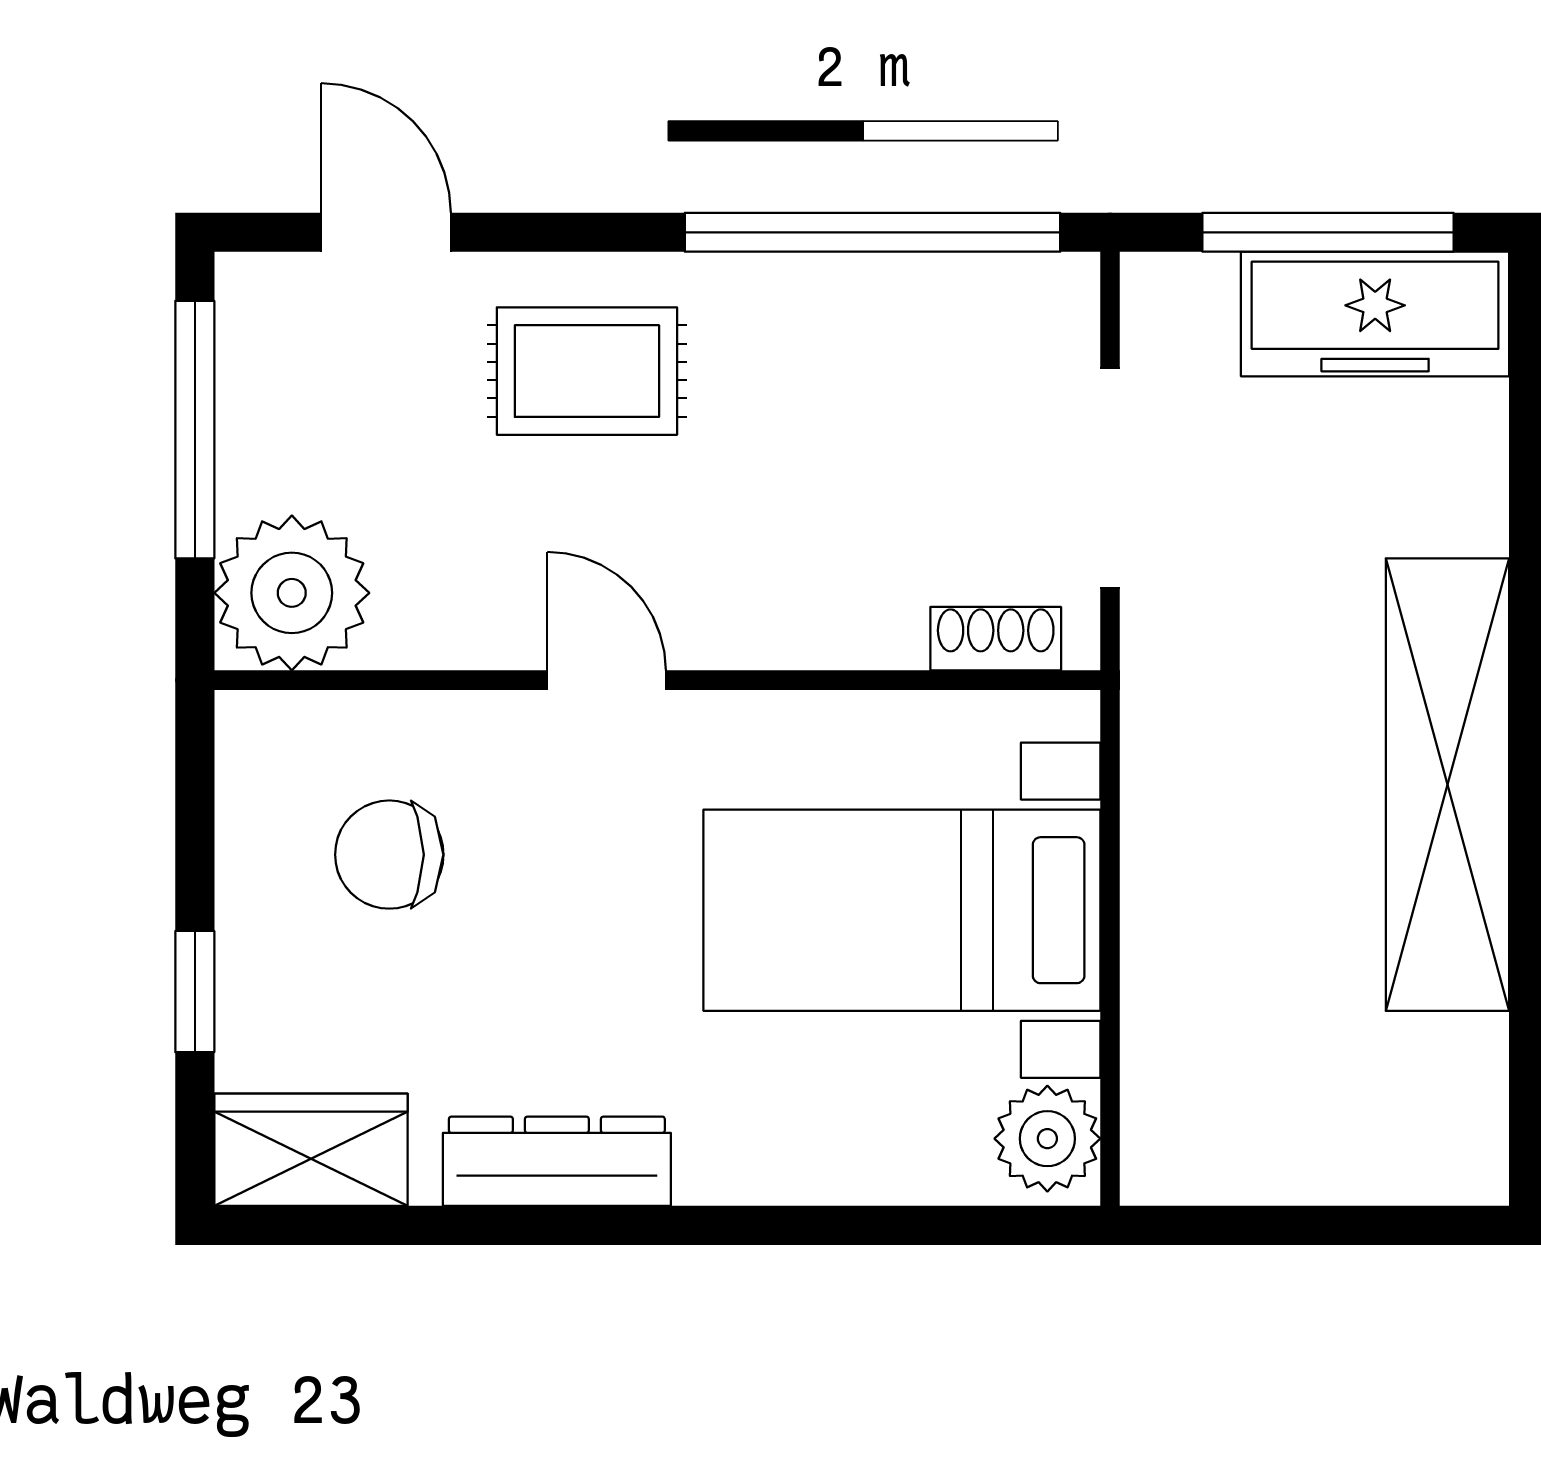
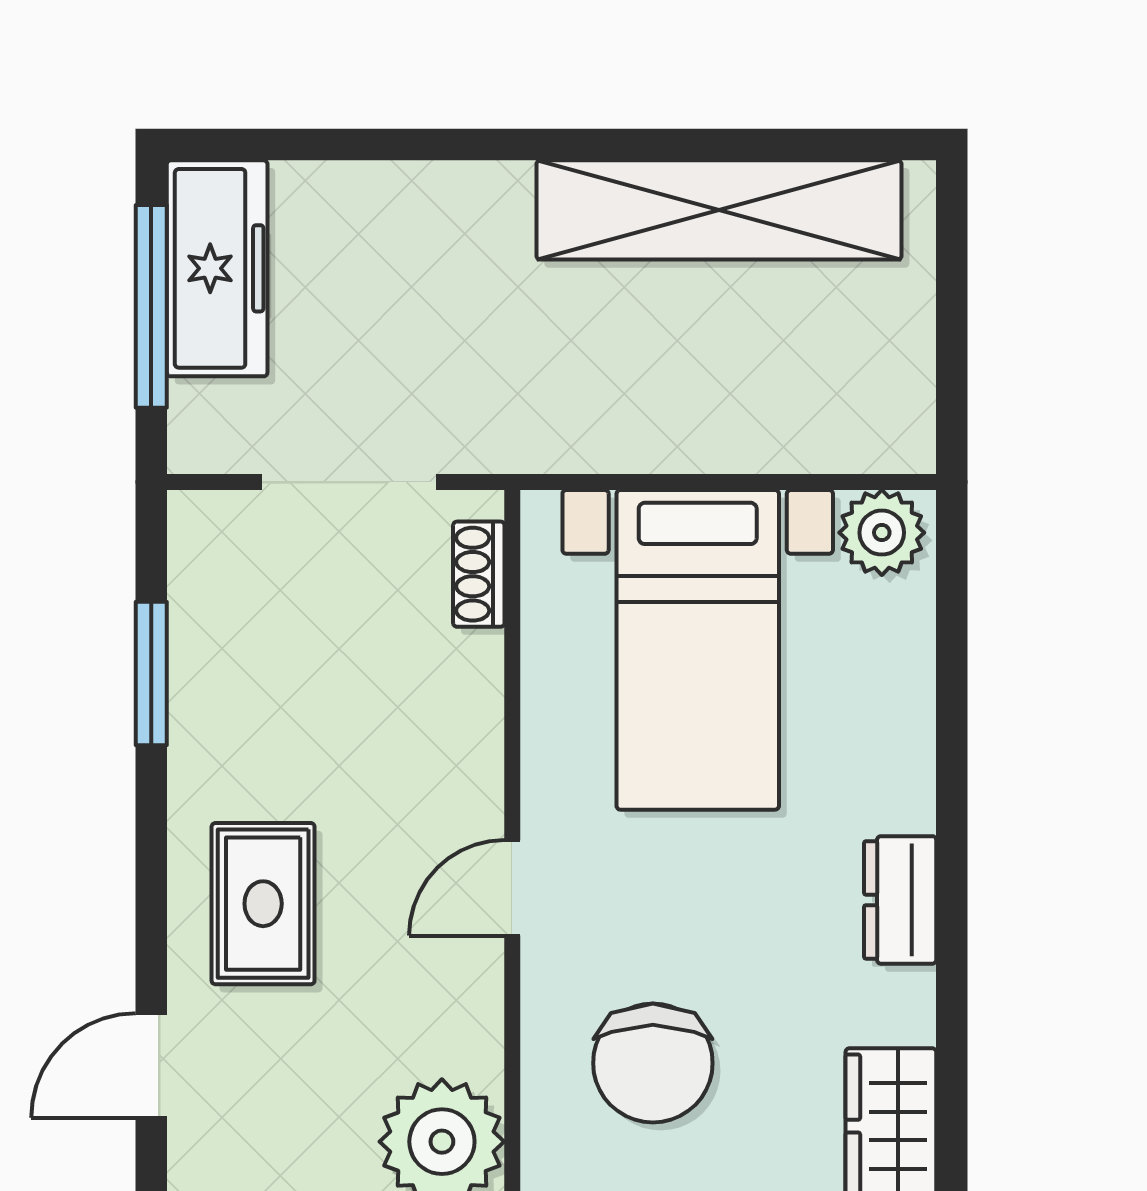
window: (873, 232) -> (151, 673), width x0.47
shelving: (1447, 785) -> (719, 210), moved
chair: (389, 855) -> (653, 1063), width x1.37, depth x1.37
dresser: (557, 1161) -> (900, 900), width x0.70

